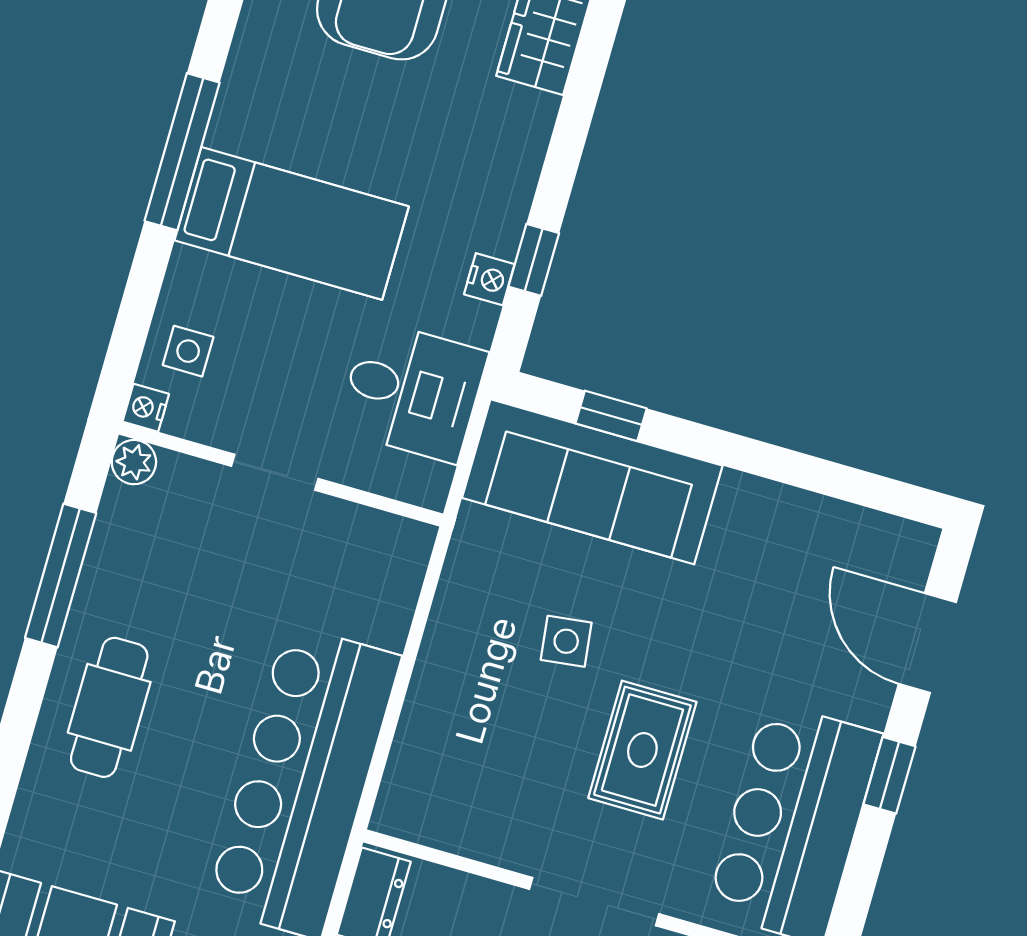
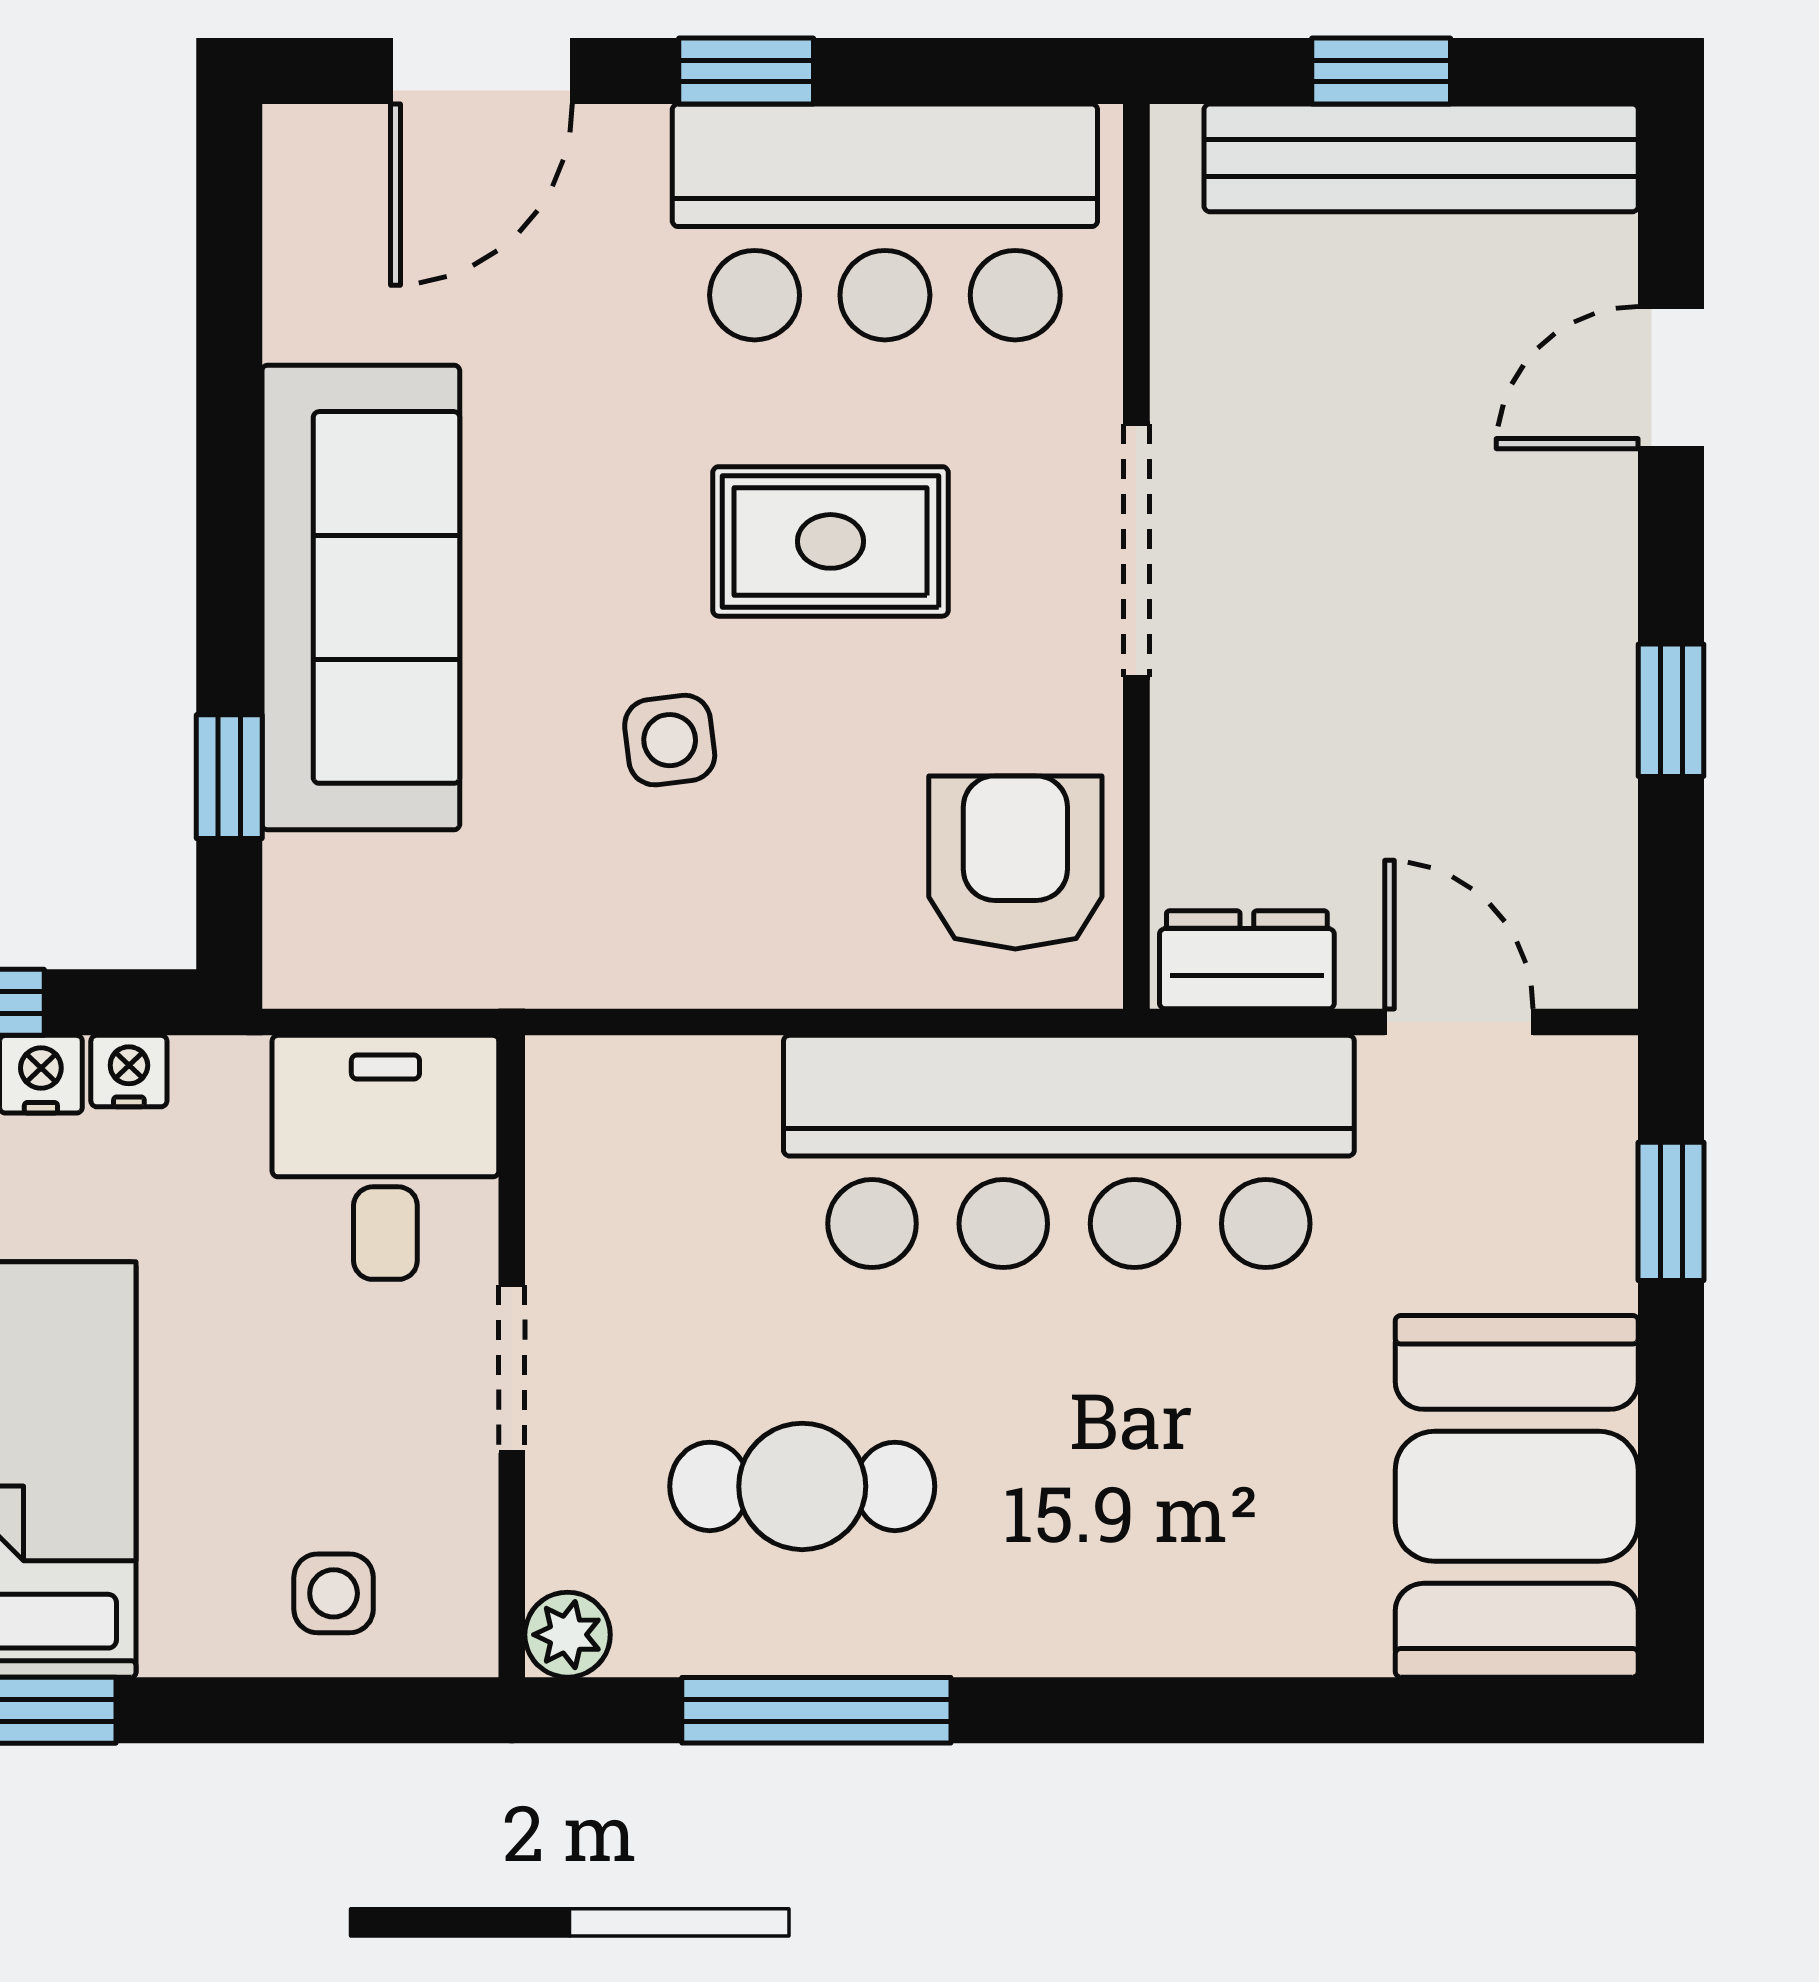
desk: (412, 391) -> (385, 1157), moved
nightstand: (146, 408) -> (129, 1071), moved, turned 180
sofa: (592, 482) -> (361, 597), moved
cafe table: (109, 707) -> (802, 1486), moved
armchair: (456, 796) -> (1015, 862), added

